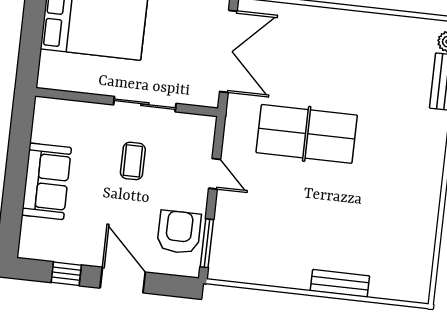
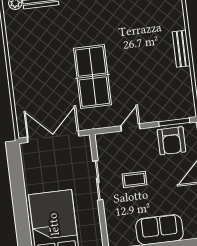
armchair: (179, 232) -> (171, 141), turned -90
bench: (340, 283) -> (181, 49), moved

